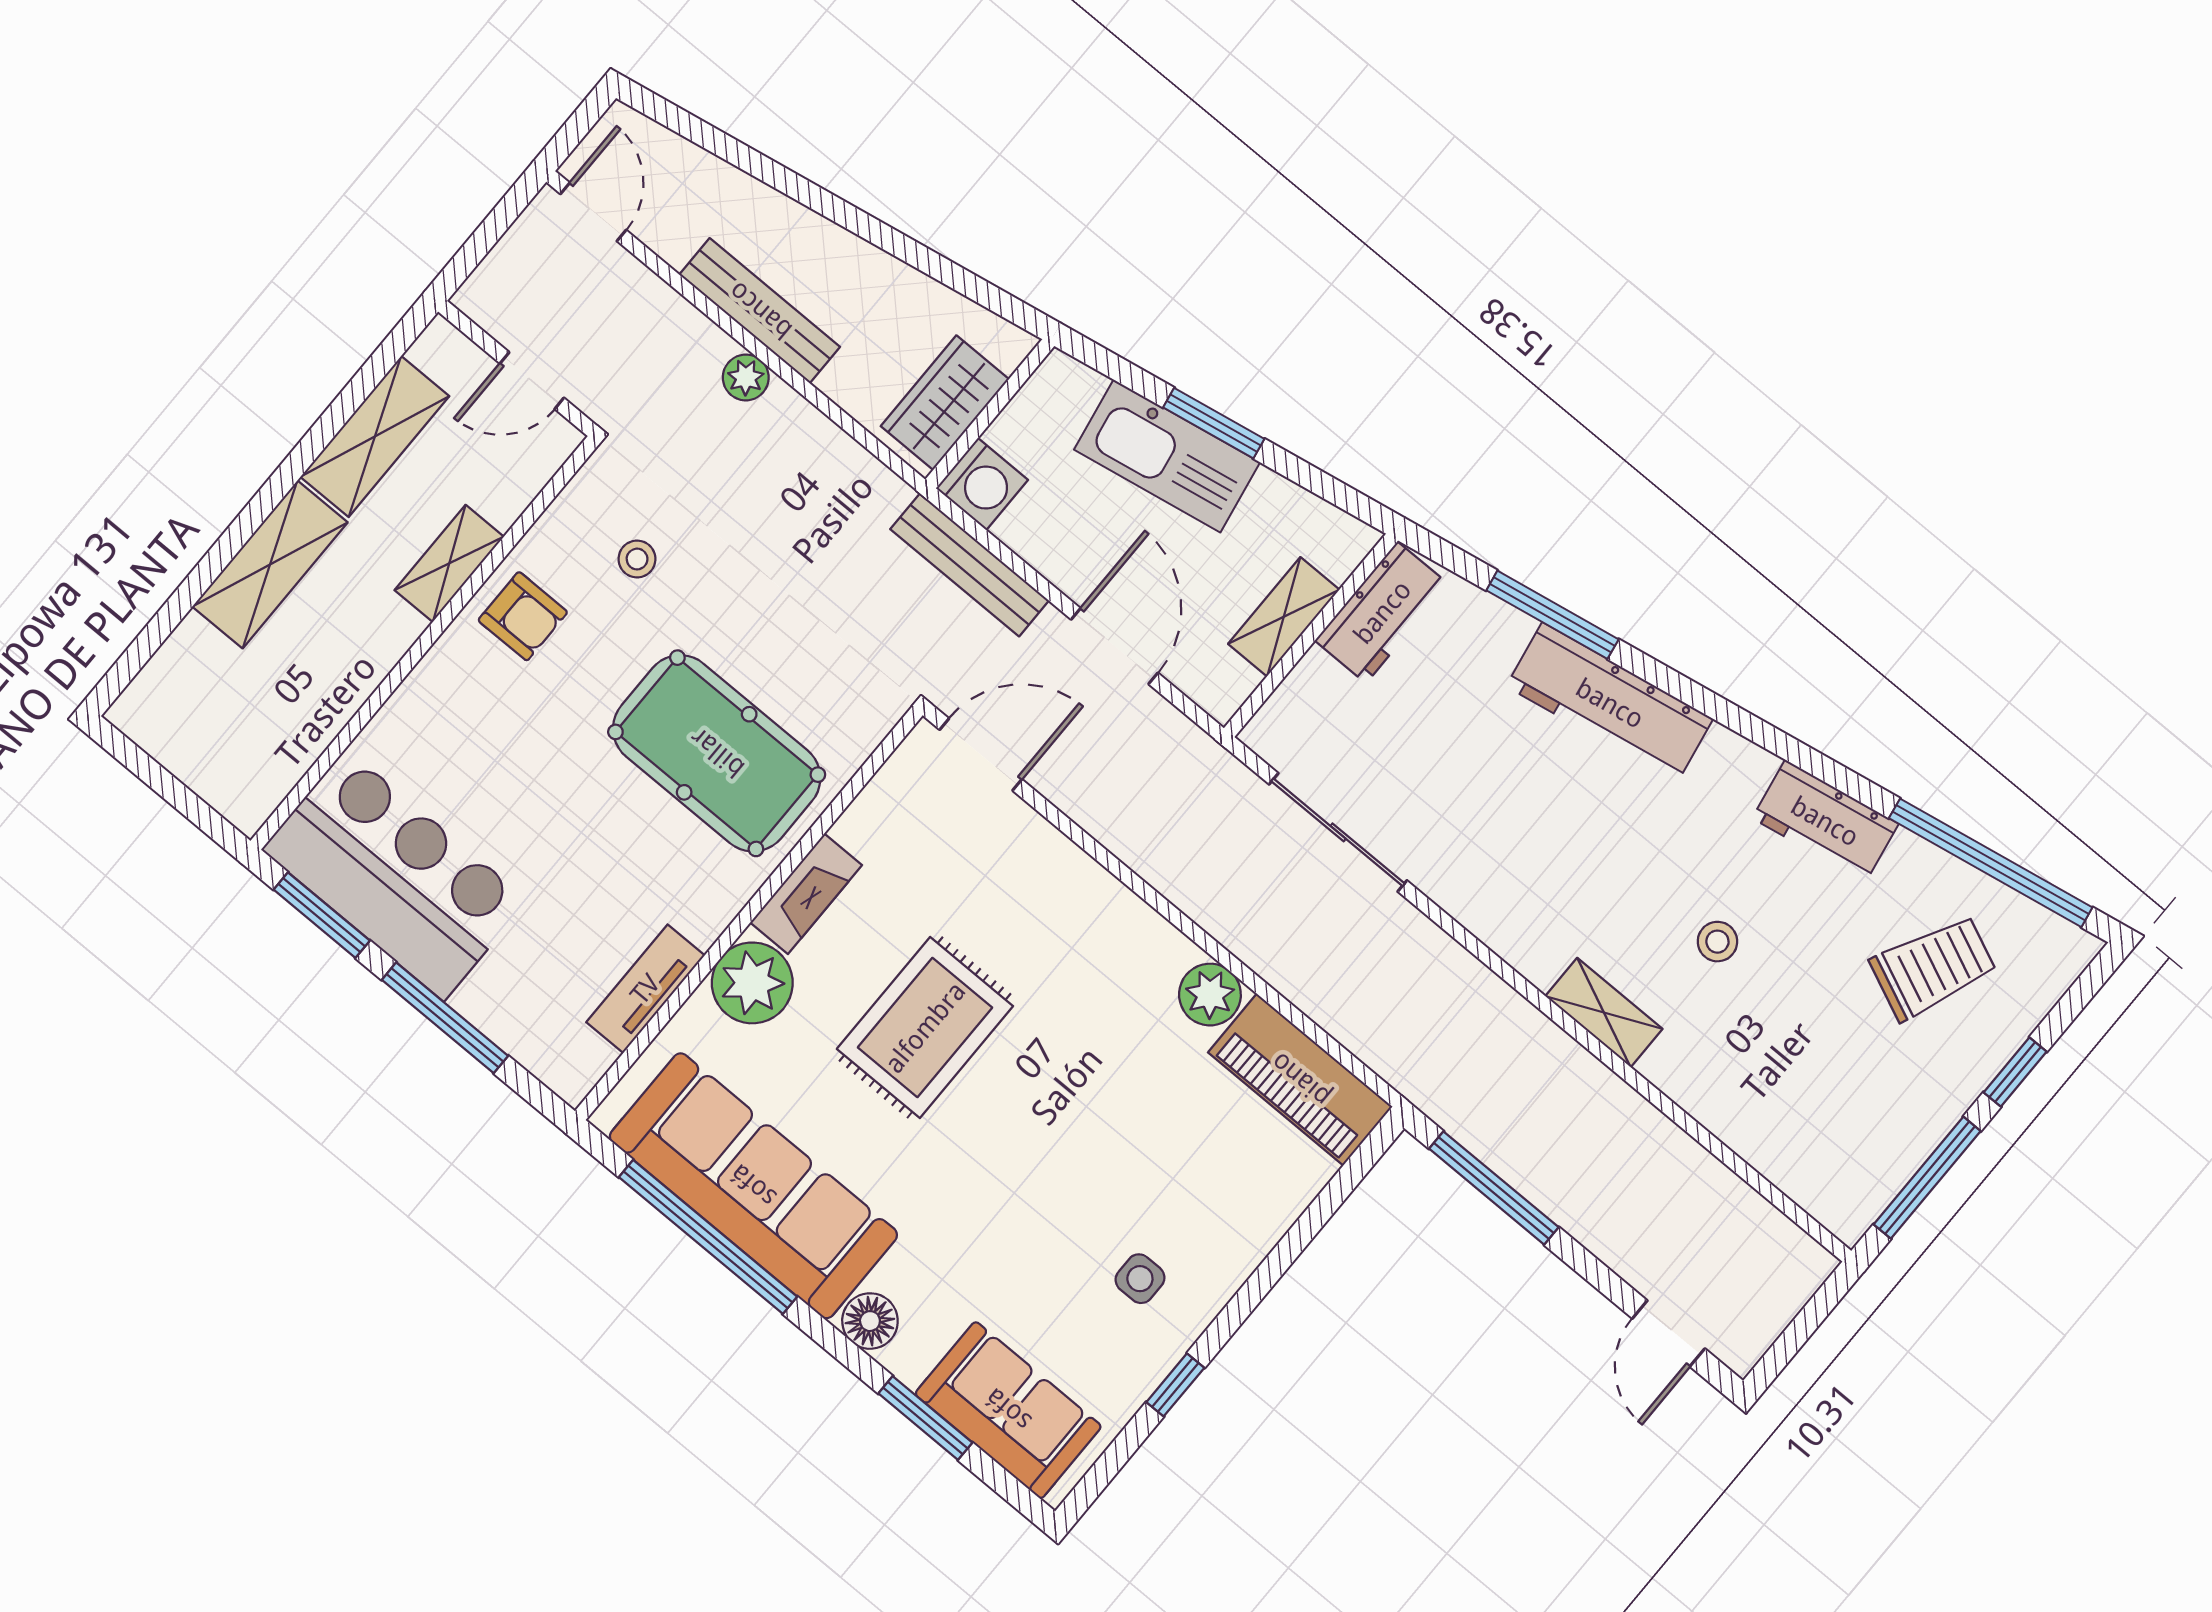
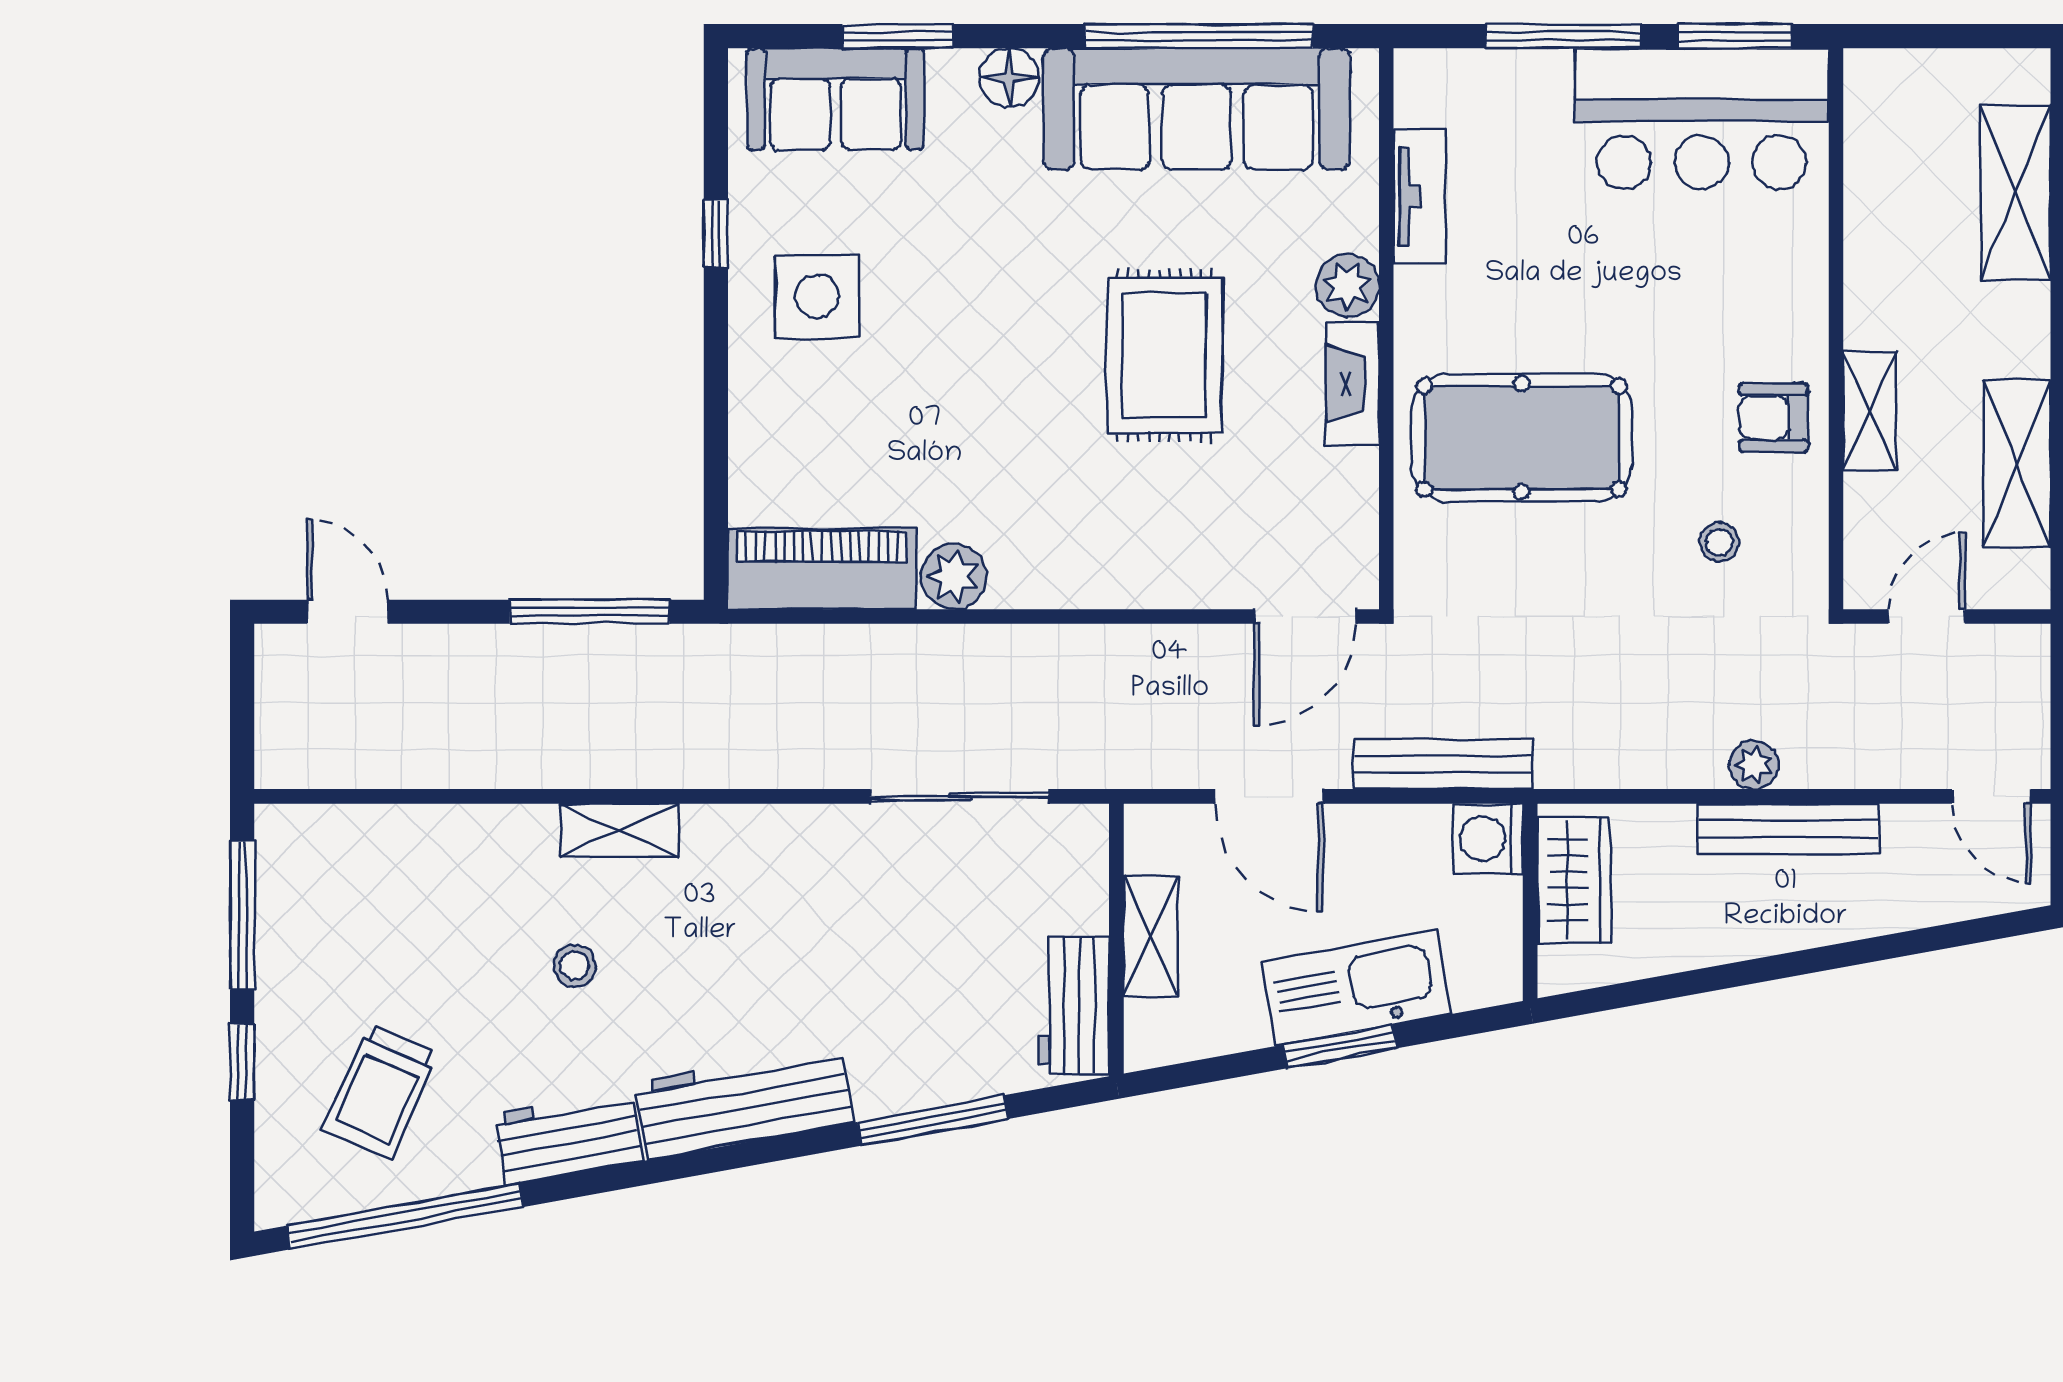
shelving: (270, 564) -> (2016, 193), moved
workbench: (1610, 703) -> (744, 1102), moved
plant: (752, 983) -> (1347, 286), width x0.73, depth x0.73
side table: (1140, 1279) -> (817, 296), width x1.87, depth x1.87

